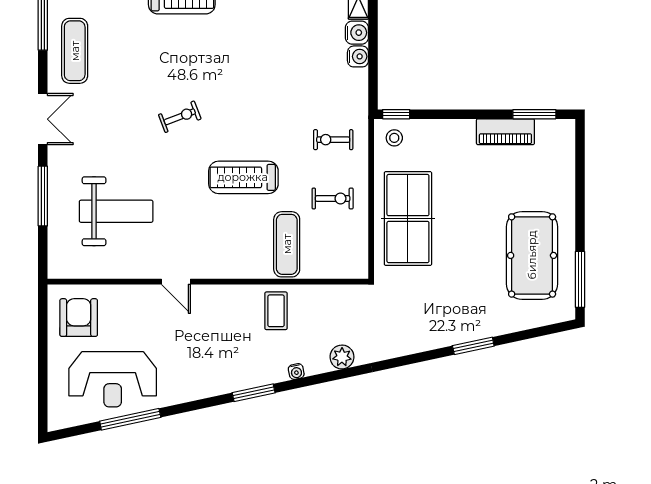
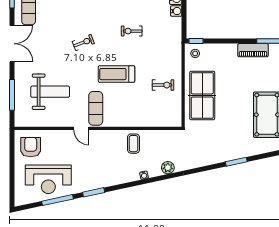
double door: (43, 119) -> (12, 44), width x1.37
exercise bike: (333, 140) -> (132, 31), moved
window: (43, 196) -> (12, 95), moved
exercise mat: (287, 244) -> (96, 108), moved
window: (254, 393) -> (94, 192), moved

